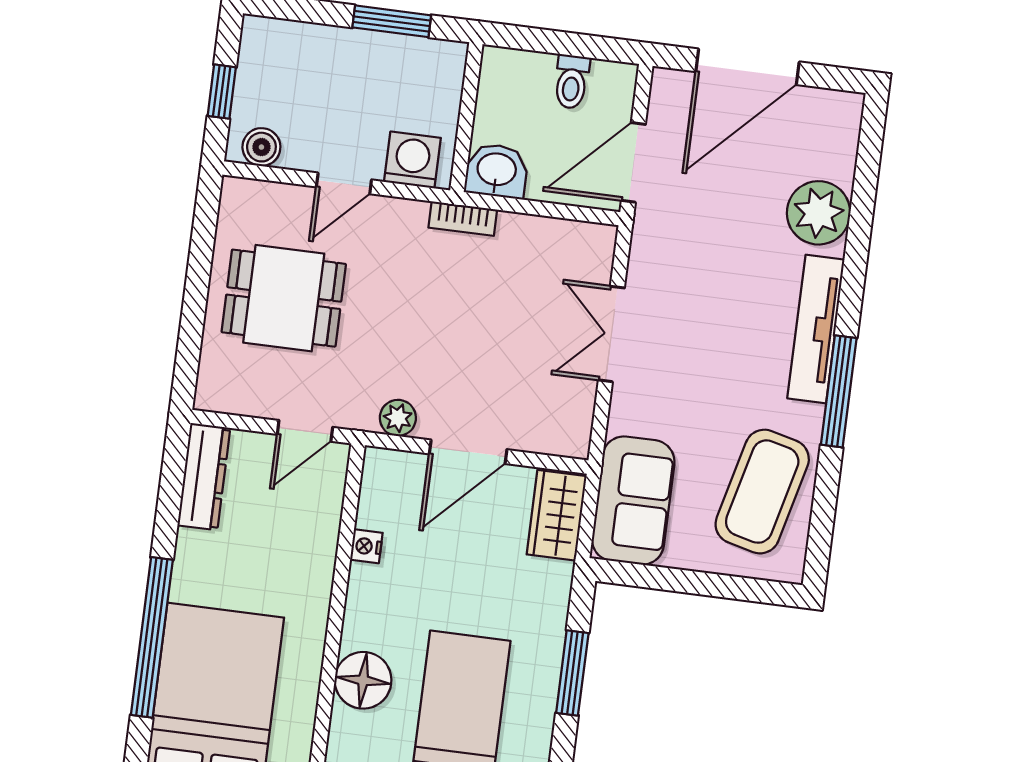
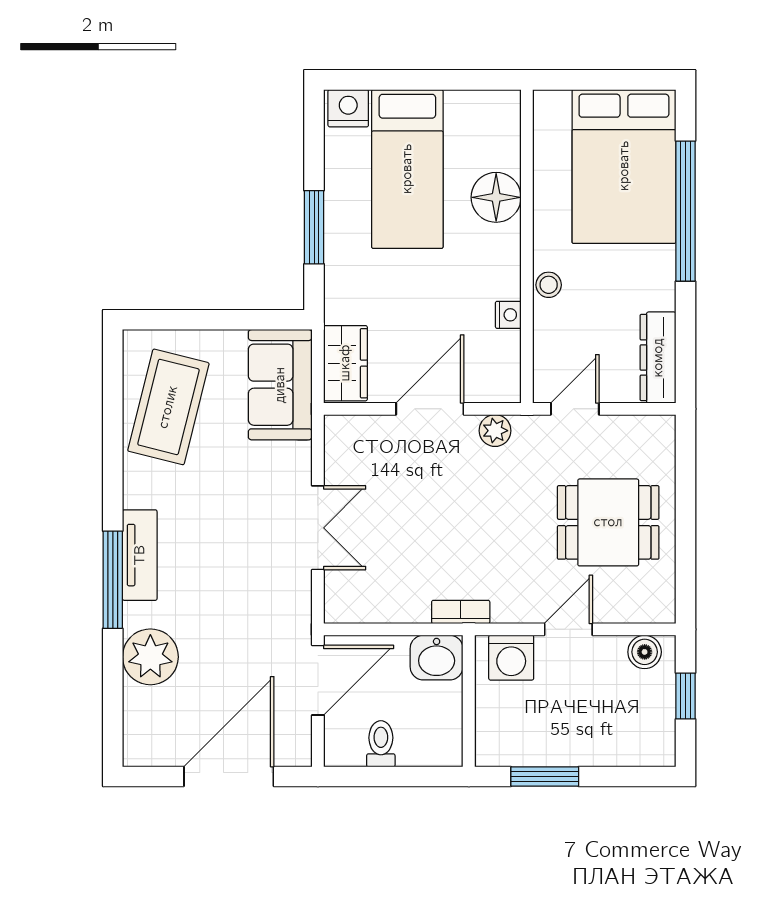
tv unit: (816, 329) -> (140, 555), width x0.71
window: (839, 391) -> (113, 580), moved
stool: (317, 574) -> (549, 285), added

